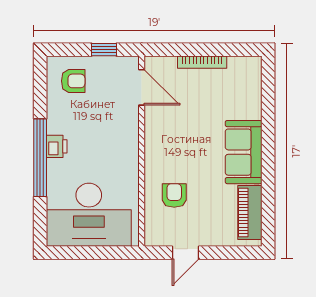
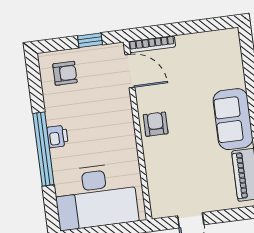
bookcase: (202, 62) -> (152, 44), moved
armchair: (174, 195) -> (156, 124), moved

